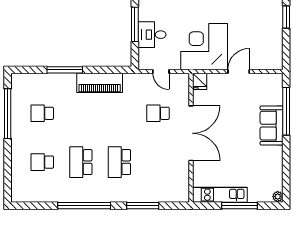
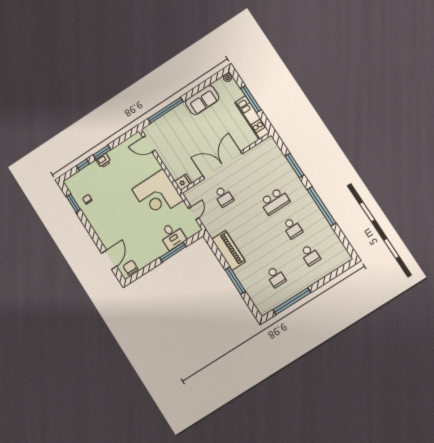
printer: (276, 13) -> (104, 161), added
door: (239, 71) -> (149, 144), moved
sofa: (272, 126) -> (202, 100), moved
school desk: (81, 162) -> (292, 228), width x0.54

